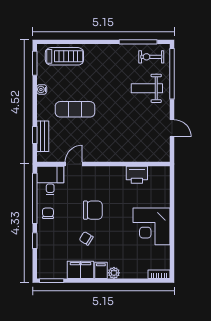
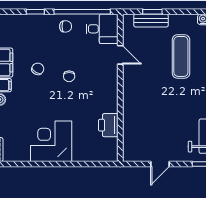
chair: (93, 210) -> (69, 76), width x0.54, depth x0.54

